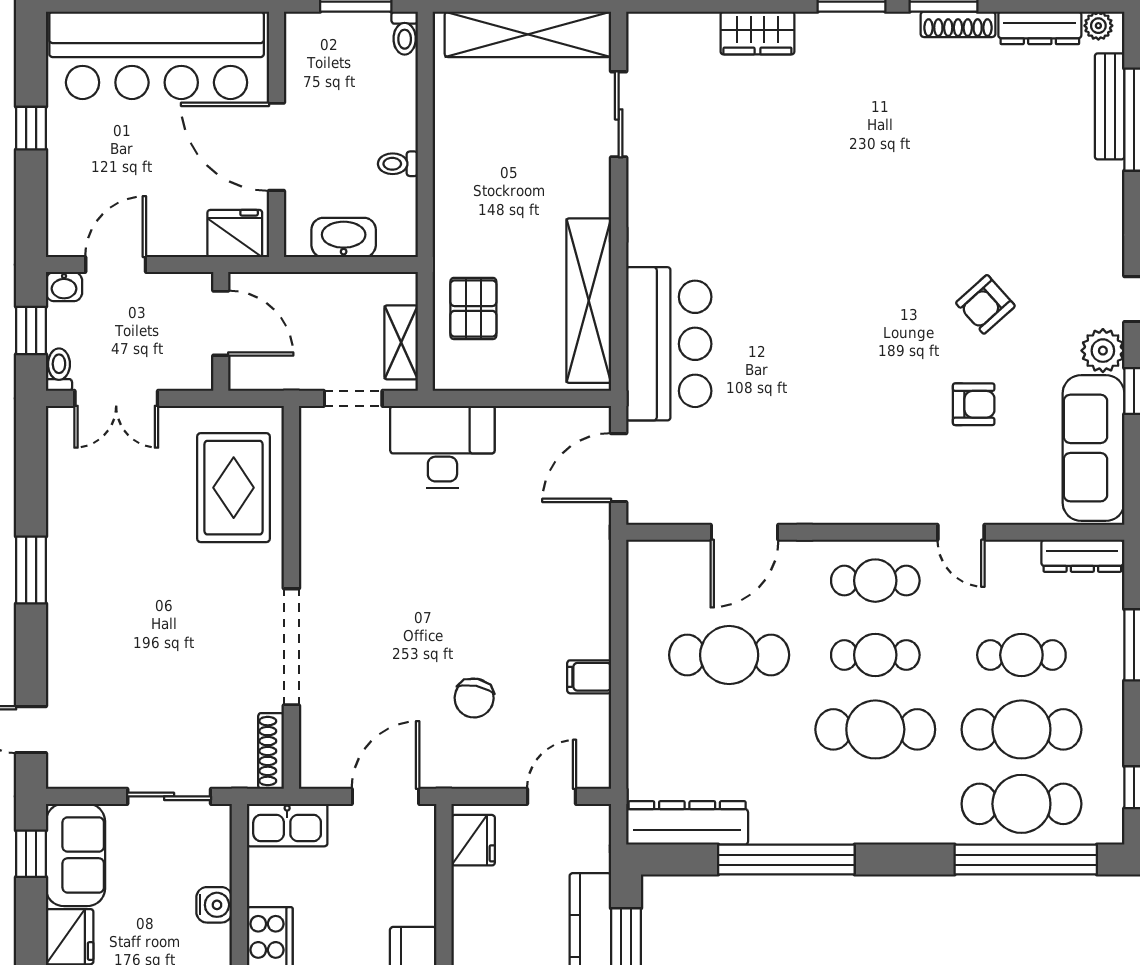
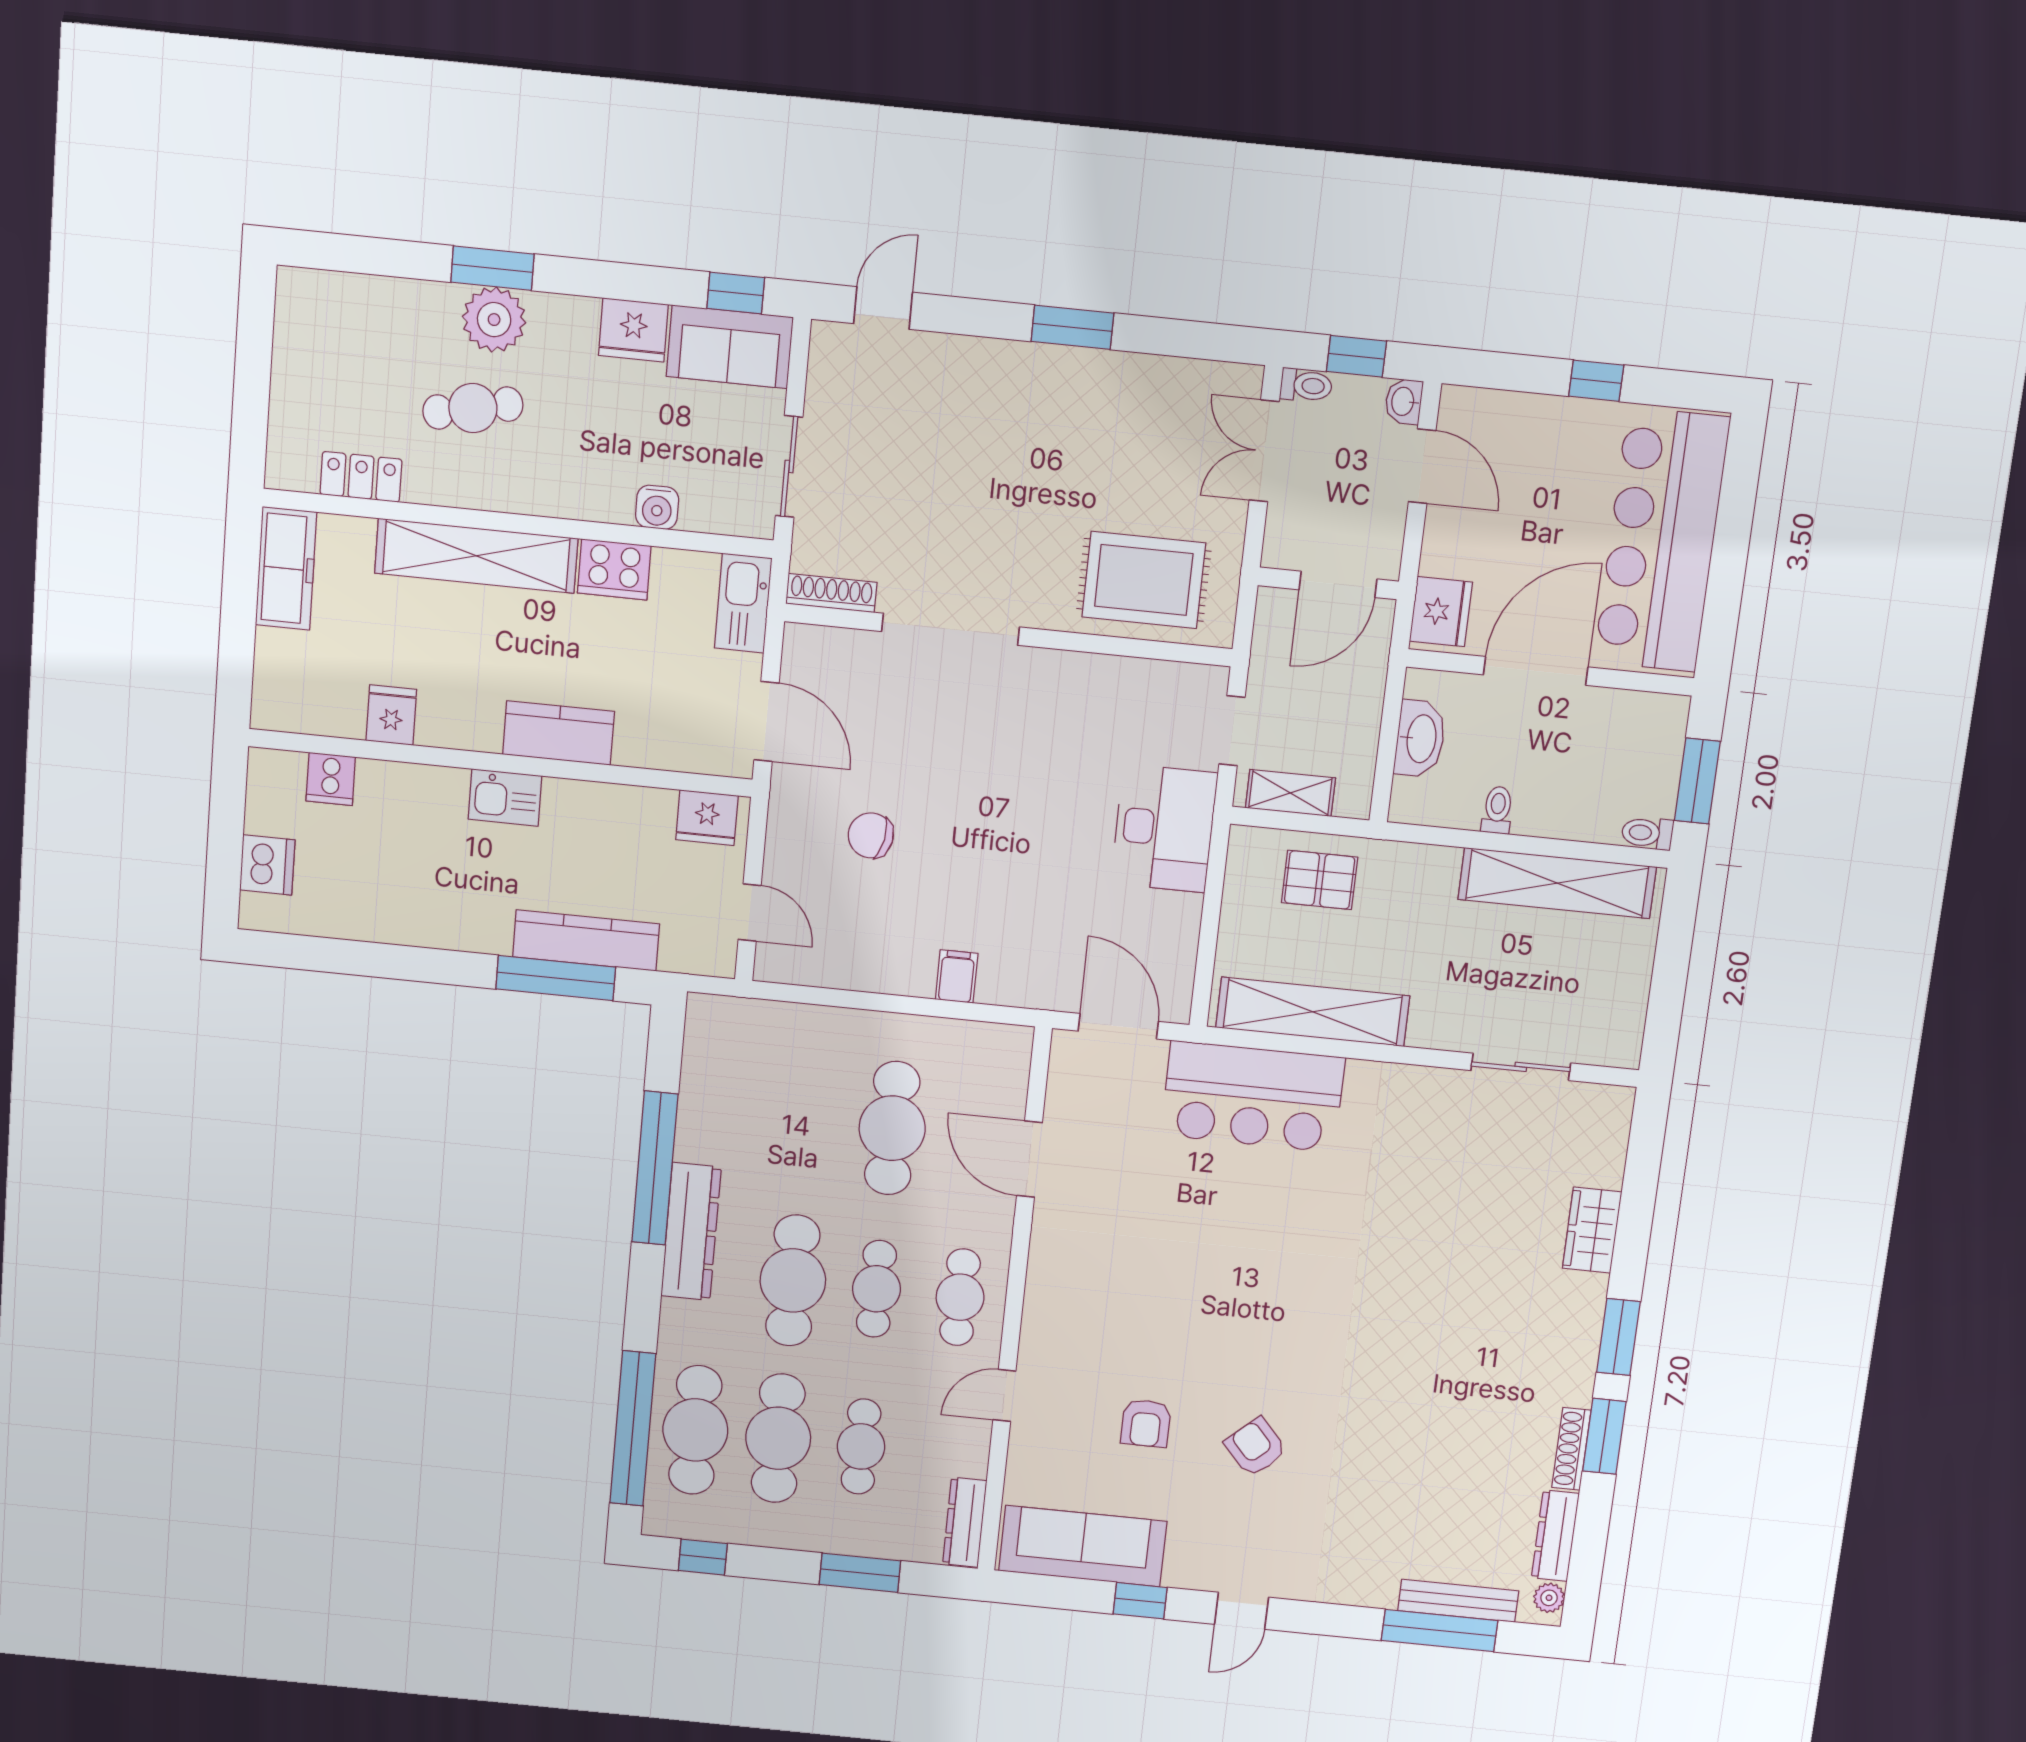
shelving: (528, 34) -> (1557, 883), moved, turned 90
plant: (1103, 351) -> (1189, 1567), removed
filing cabinet: (589, 677) -> (957, 976), moved
dresser: (687, 823) -> (691, 1232), moved

